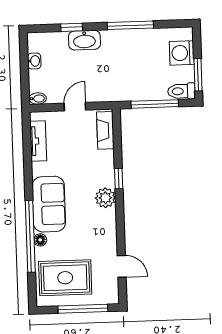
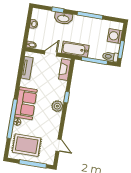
bathtub: (117, 91) -> (75, 49), added

